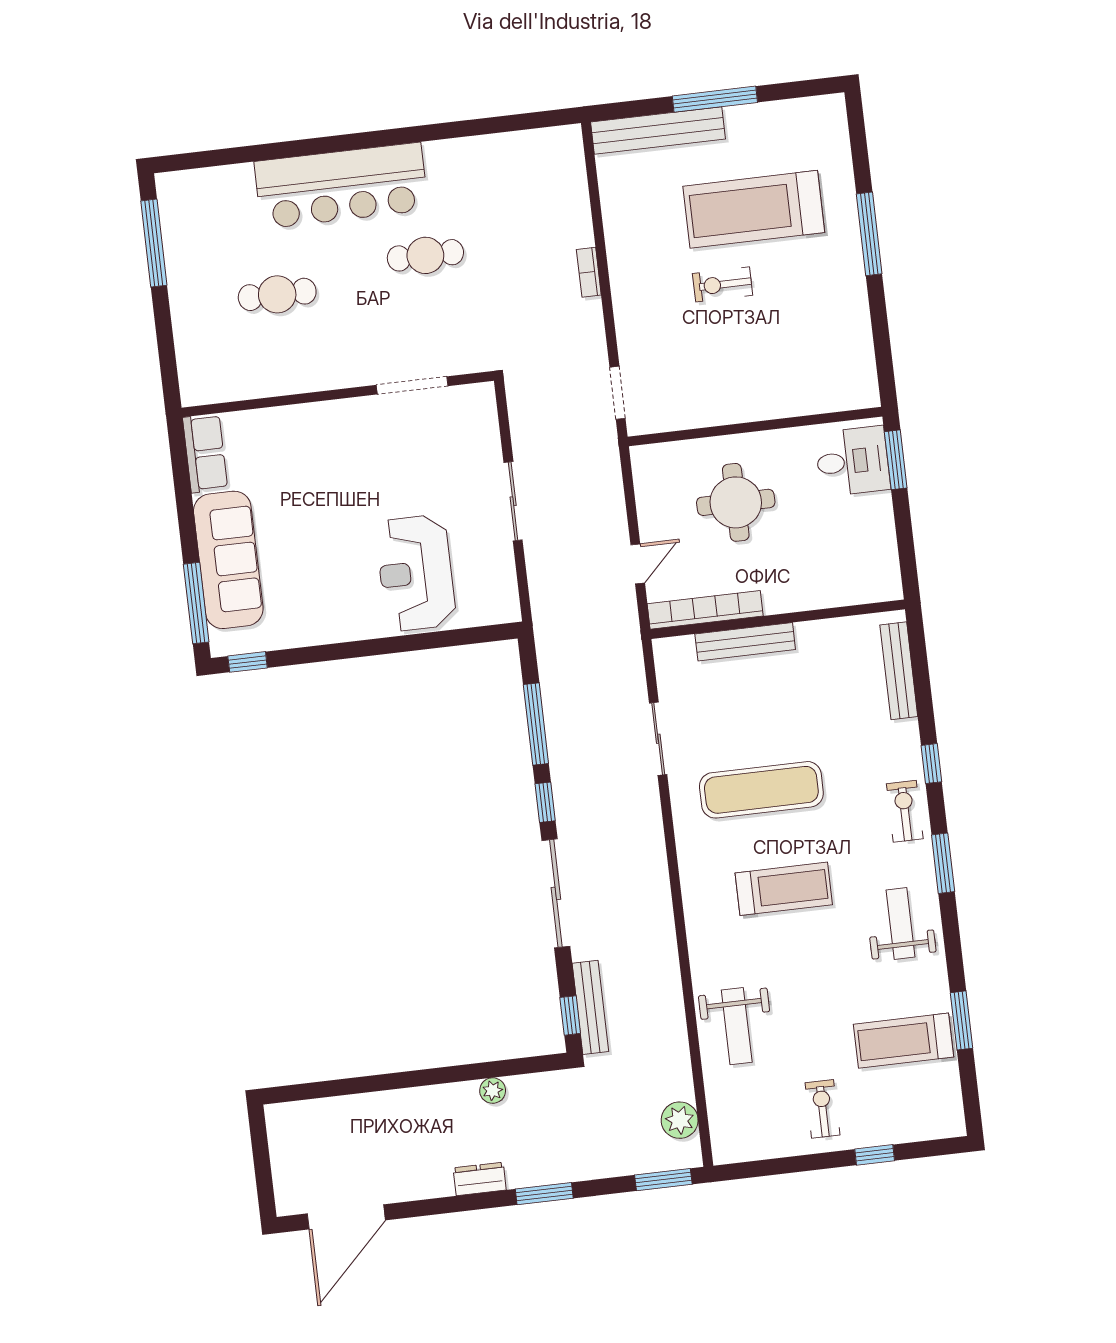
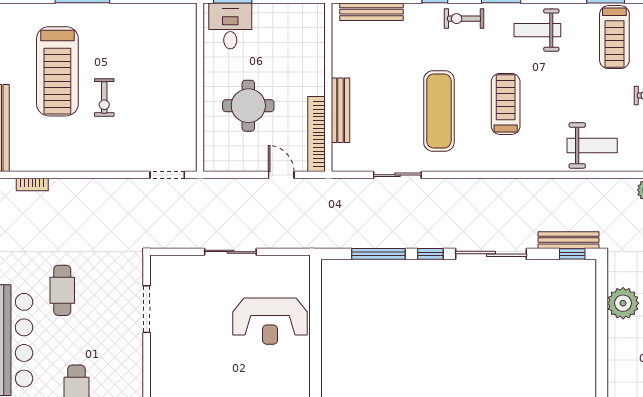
bookcase: (589, 272) -> (32, 184), moved
plant: (493, 1091) -> (623, 303), width x1.88, depth x1.88

